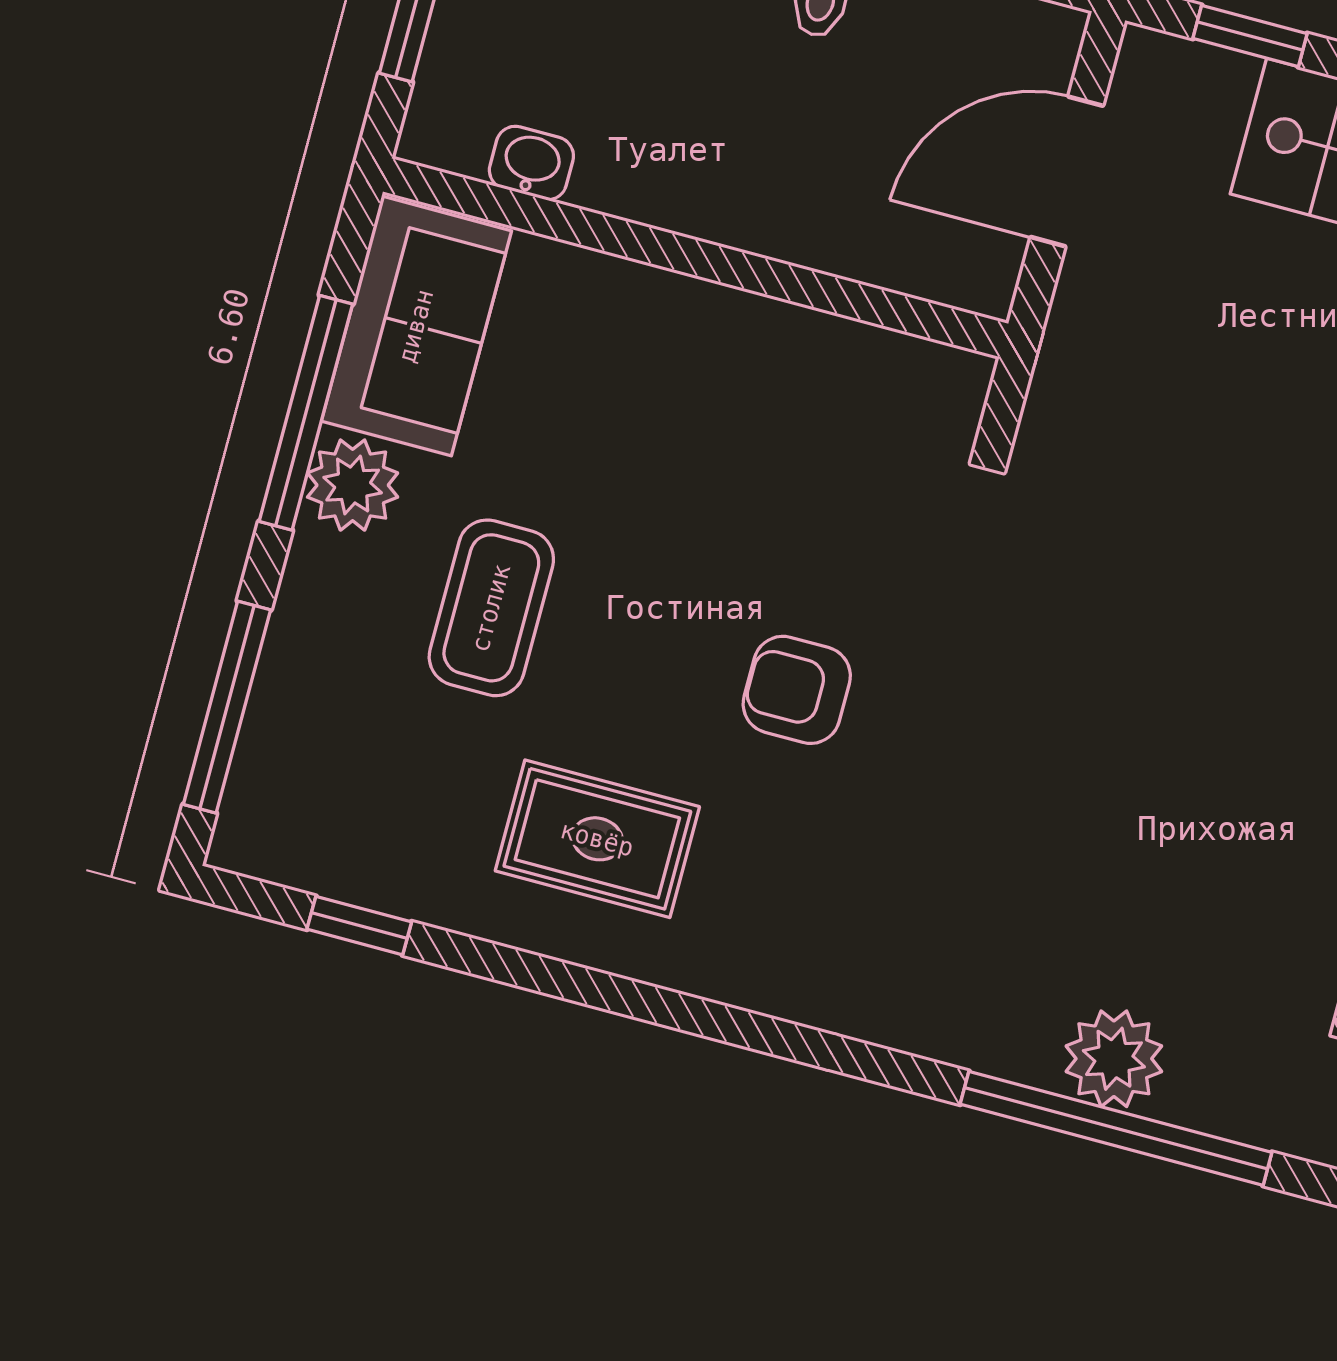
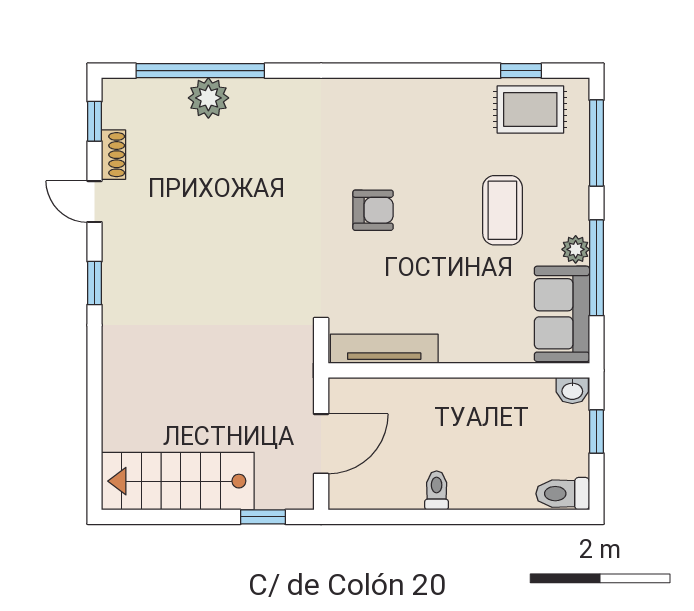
washbasin: (531, 163) -> (572, 390), moved
tv unit: (858, 356) -> (384, 349), added
plant: (353, 485) -> (576, 249), width x0.73, depth x0.73
rug: (597, 839) -> (530, 110), moved

